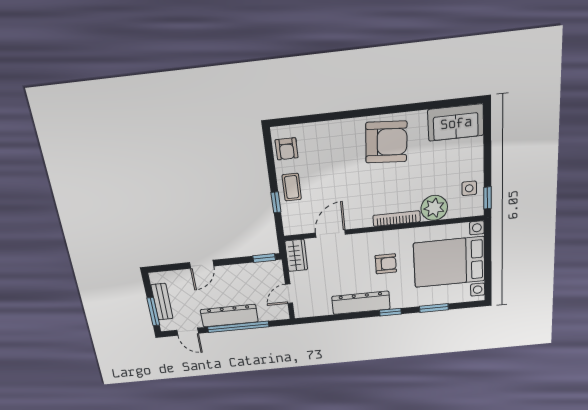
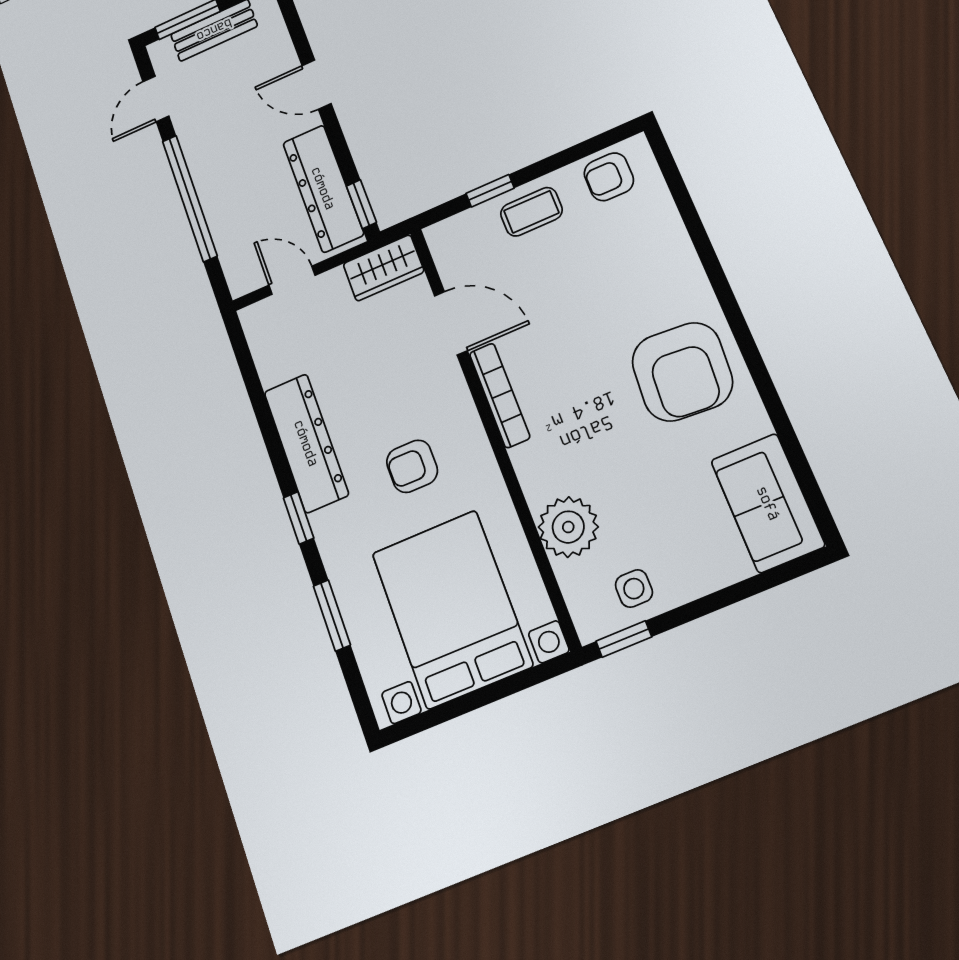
bookcase: (397, 219) -> (500, 395), moved
armchair: (386, 264) -> (412, 466), turned 90
dresser: (229, 316) -> (323, 188), moved, turned 180

